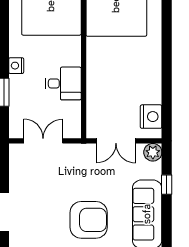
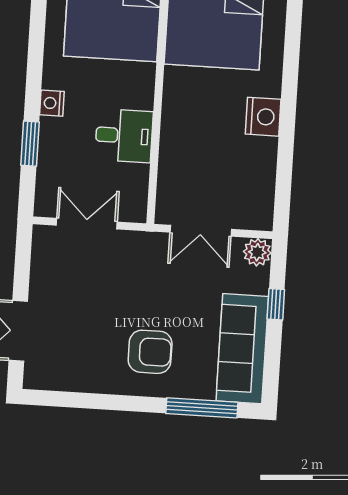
nightstand: (151, 117) -> (263, 117), moved
armchair: (89, 220) -> (150, 352), width x0.73, depth x0.73

